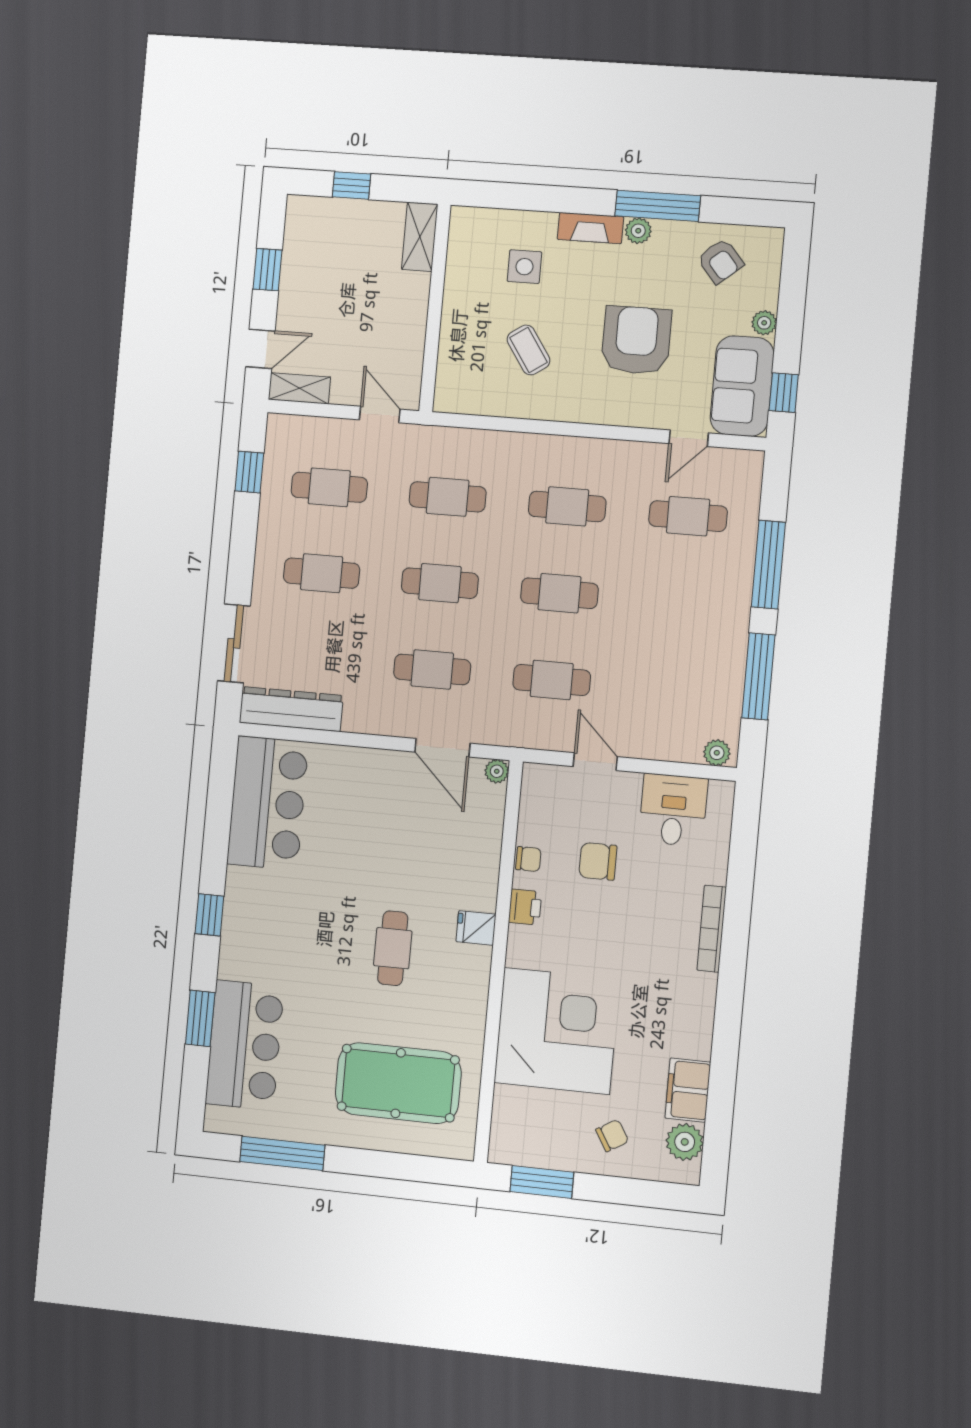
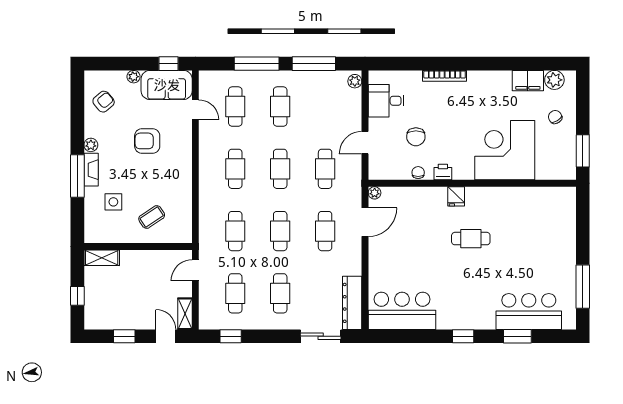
window: (658, 206) -> (77, 176), moved
armchair: (636, 340) -> (147, 141), width x0.73, depth x0.73
coffee table: (528, 350) -> (152, 217), moved
cafe table: (680, 603) -> (280, 107), added
pool table: (398, 1083) -> (540, 229), removed

